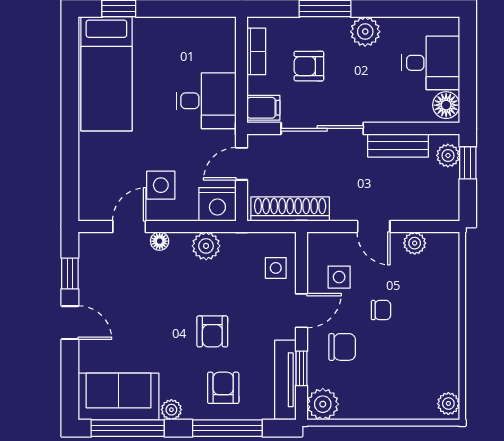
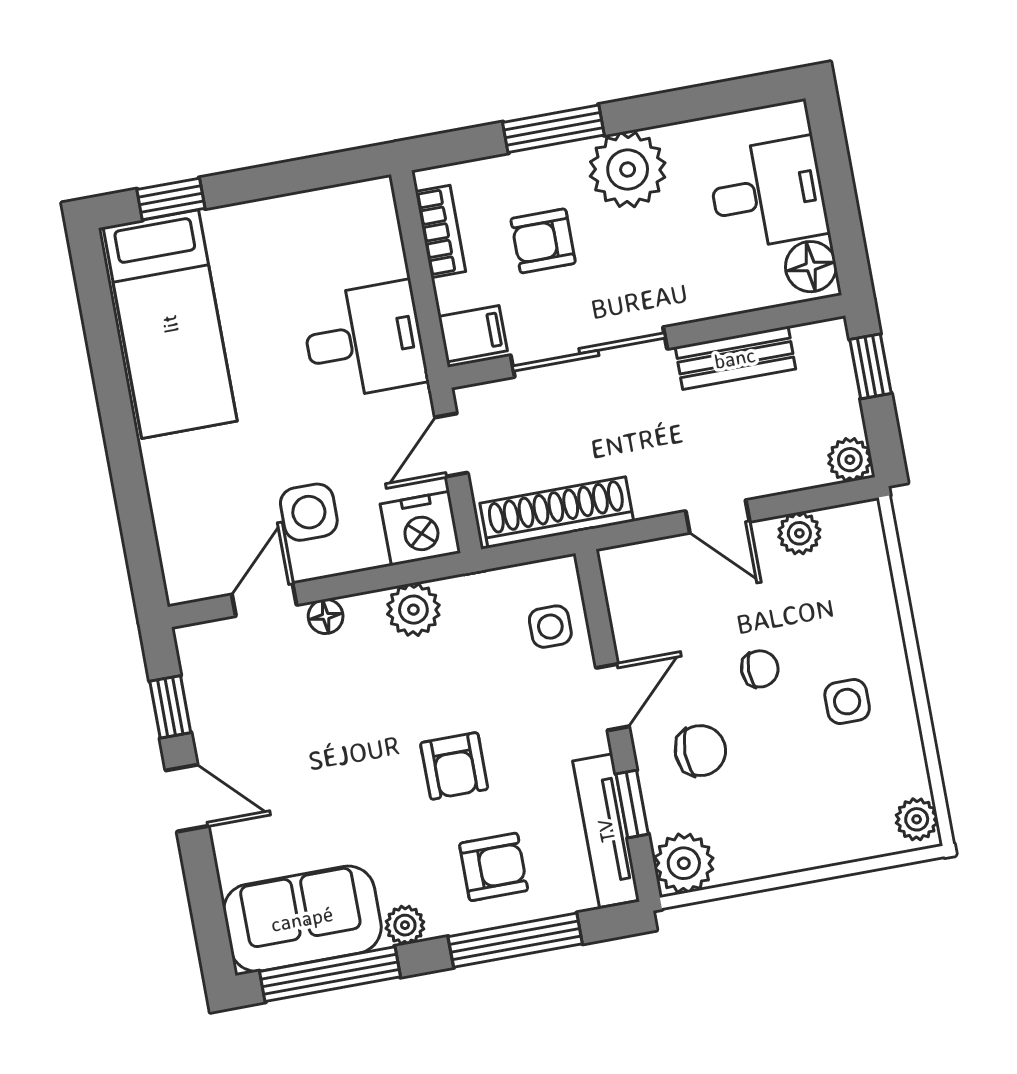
plant: (365, 32) -> (628, 169), width x1.36, depth x1.36
plant: (448, 155) -> (850, 460), moved
side table: (339, 277) -> (847, 702), moved
armchair: (223, 388) -> (494, 867), turned 90

